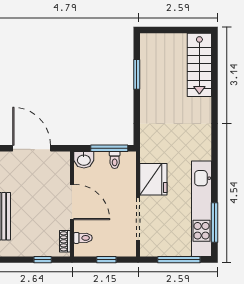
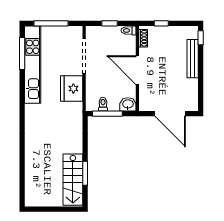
stairs: (199, 65) -> (73, 180), moved, turned 180
toilet: (83, 238) -> (129, 30), moved

